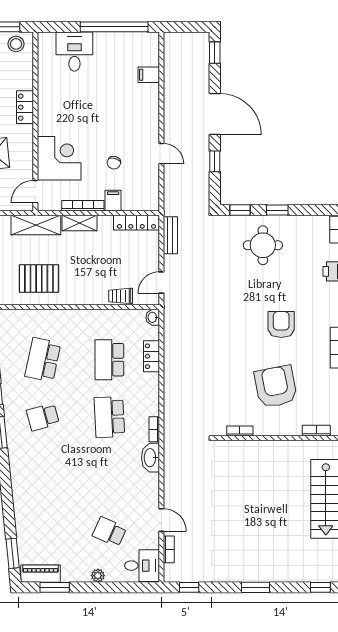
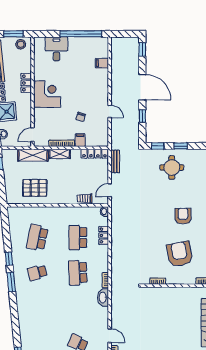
corner desk: (59, 158) -> (47, 94), moved

